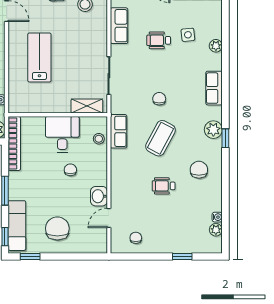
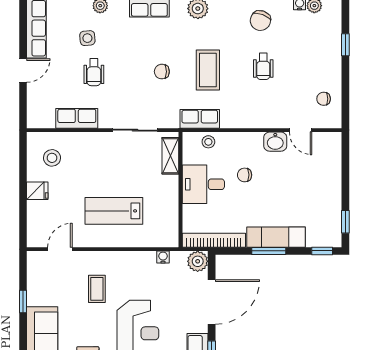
coffee table: (160, 138) -> (208, 70), turned 62
chair: (199, 170) -> (260, 21), moved, turned -70
exam couch: (17, 226) -> (276, 237), moved
chair: (57, 228) -> (313, 190), removed

